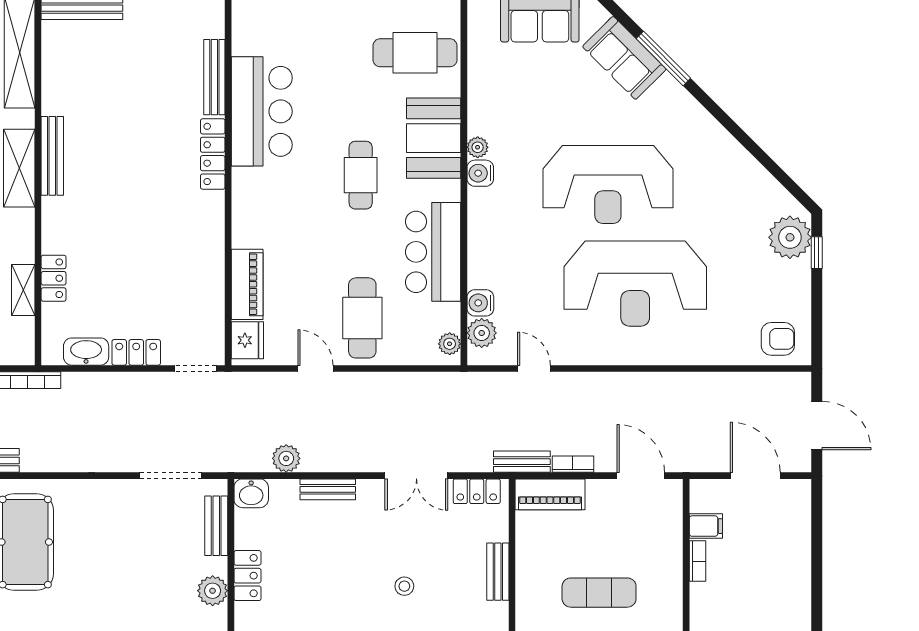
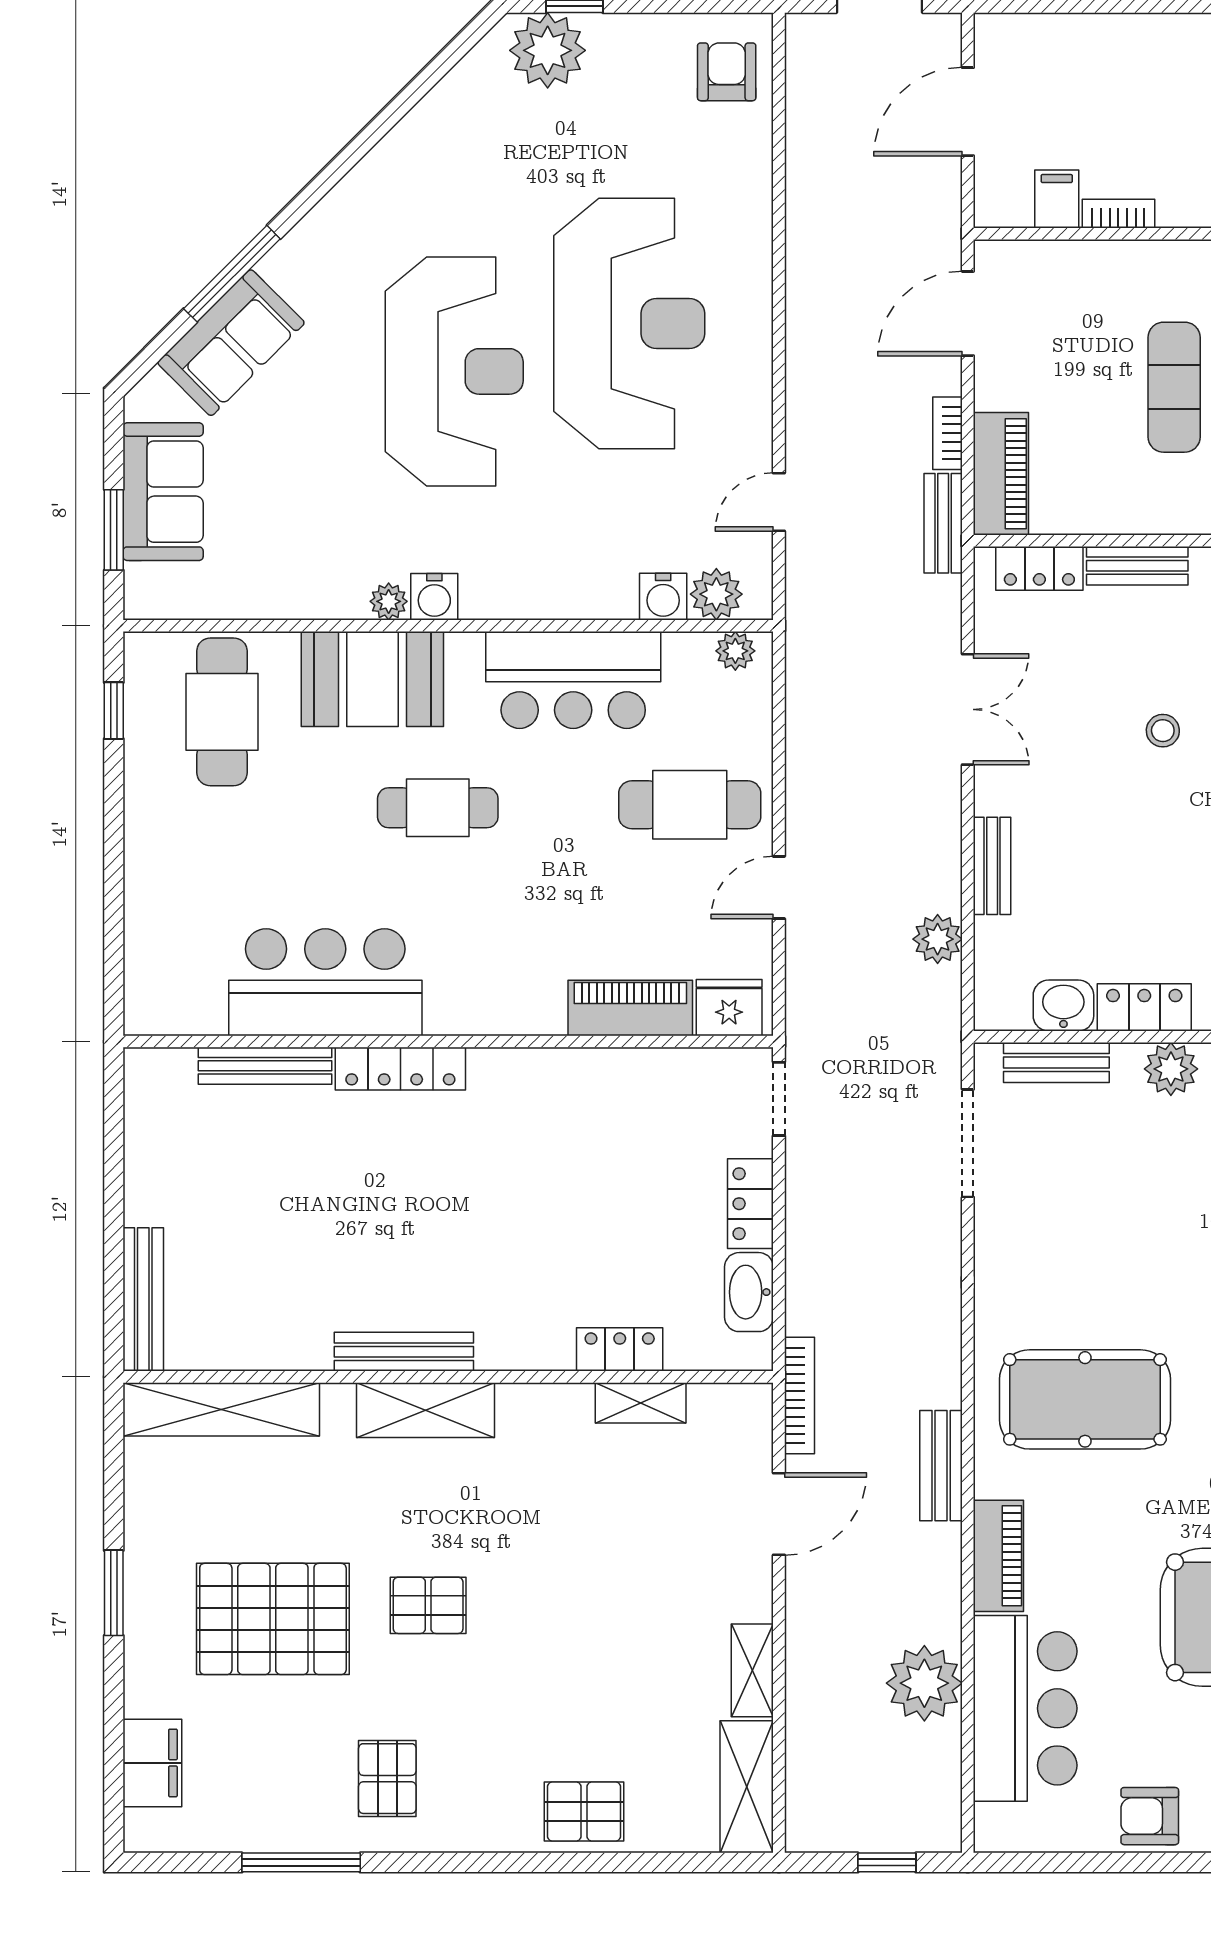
locker: (477, 491) -> (1039, 568), moved, turned 90
washbasin: (251, 493) -> (1063, 1006), moved, turned -90

